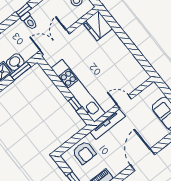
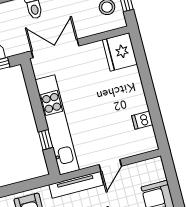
dishwasher: (132, 63) -> (142, 120), added
door: (124, 102) -> (110, 165), swing flipped

